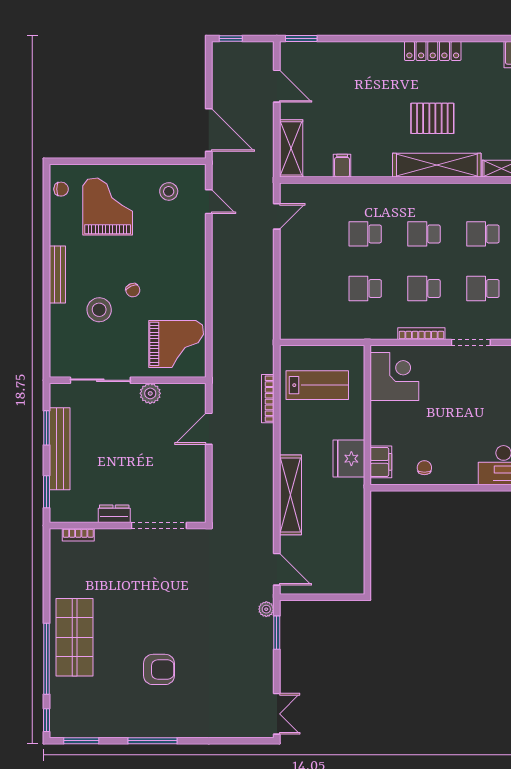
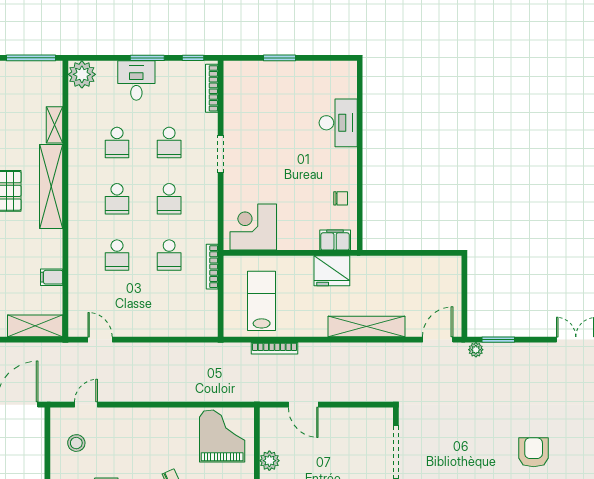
bookcase: (421, 334) -> (212, 267), moved
chair: (424, 468) -> (341, 198), turned 180

